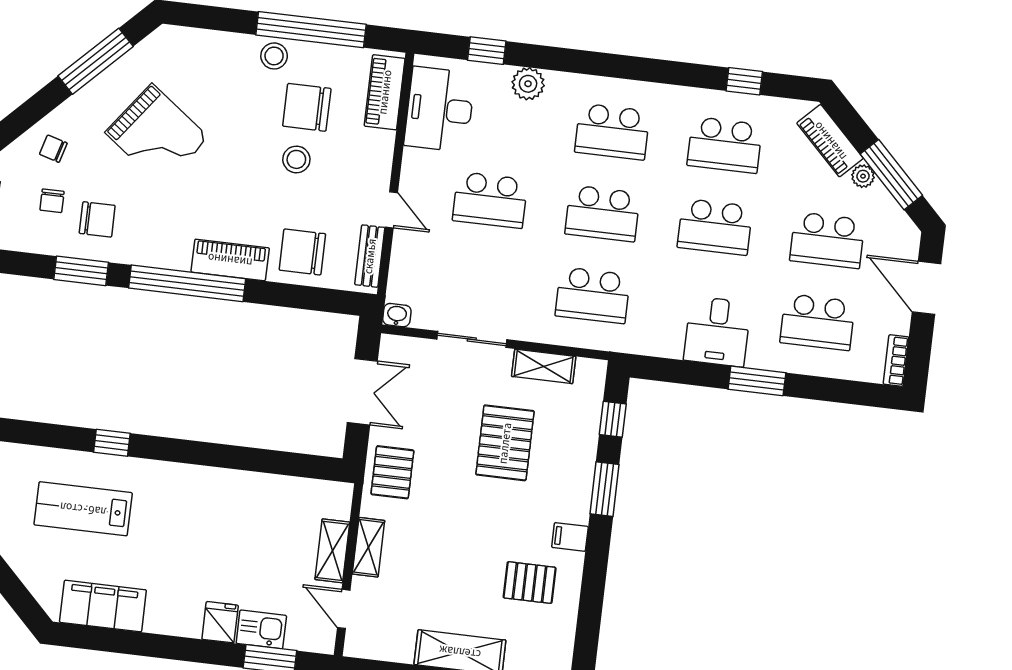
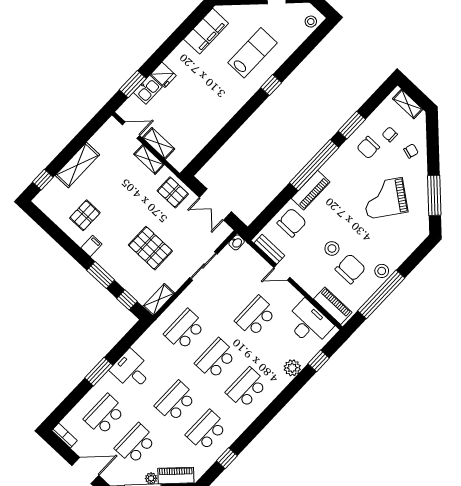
shelving: (544, 366) -> (159, 300), moved

